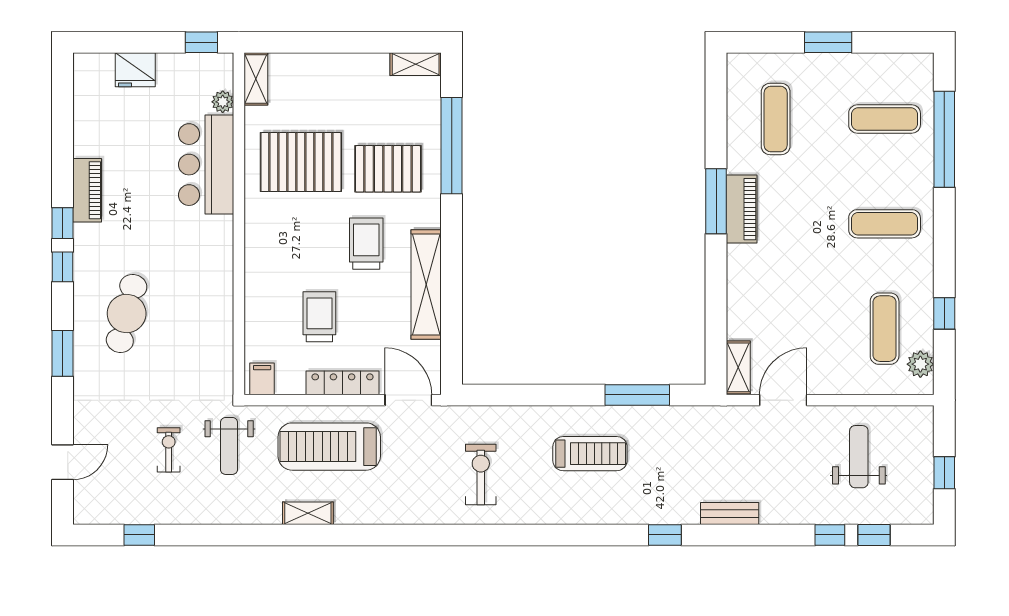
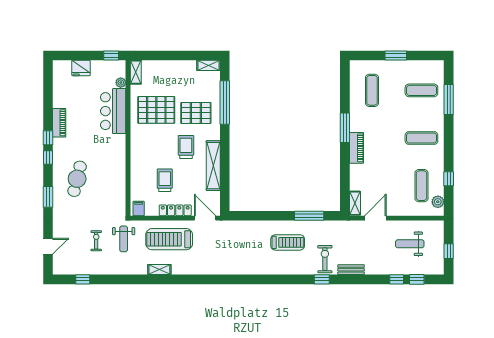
window: (944, 139) -> (449, 100), width x0.68
piano: (742, 209) -> (357, 148), moved
weight bench: (859, 457) -> (410, 244), turned -90
exercise bike: (481, 475) -> (325, 259), moved

